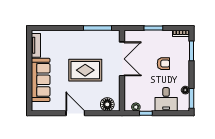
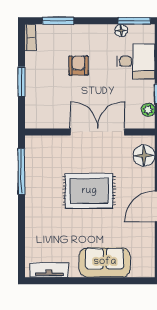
double door: (122, 59) -> (98, 132), moved
rug: (85, 70) -> (89, 191), turned 90
sofa: (41, 80) -> (105, 262), width x0.73

